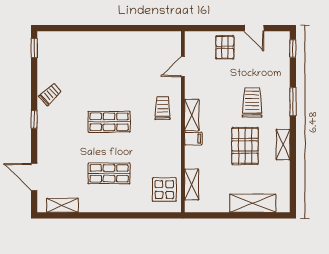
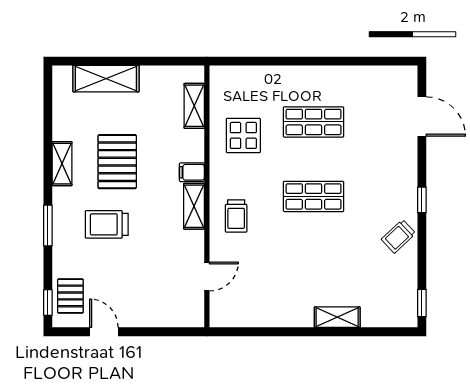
pallet: (225, 47) -> (70, 296), moved
trolley: (252, 102) -> (107, 224), turned 90
display table: (164, 190) -> (243, 135), moved
shelving: (62, 205) -> (337, 317), moved

